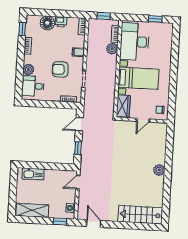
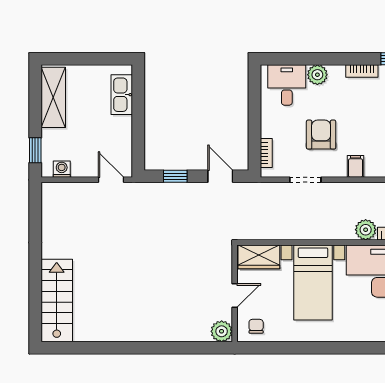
door: (143, 120) -> (235, 296), swing flipped
plant: (159, 170) -> (222, 331), moved
door: (94, 223) -> (35, 214), removed

